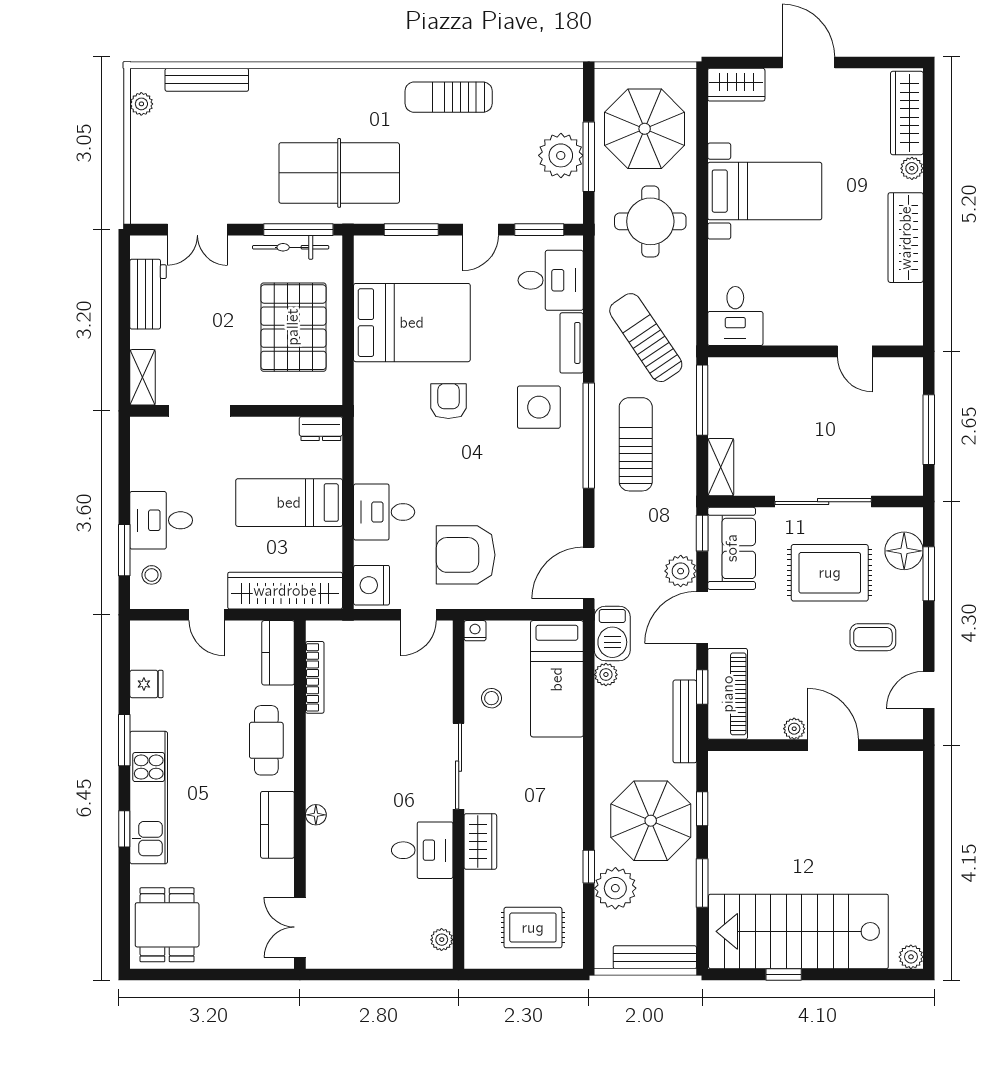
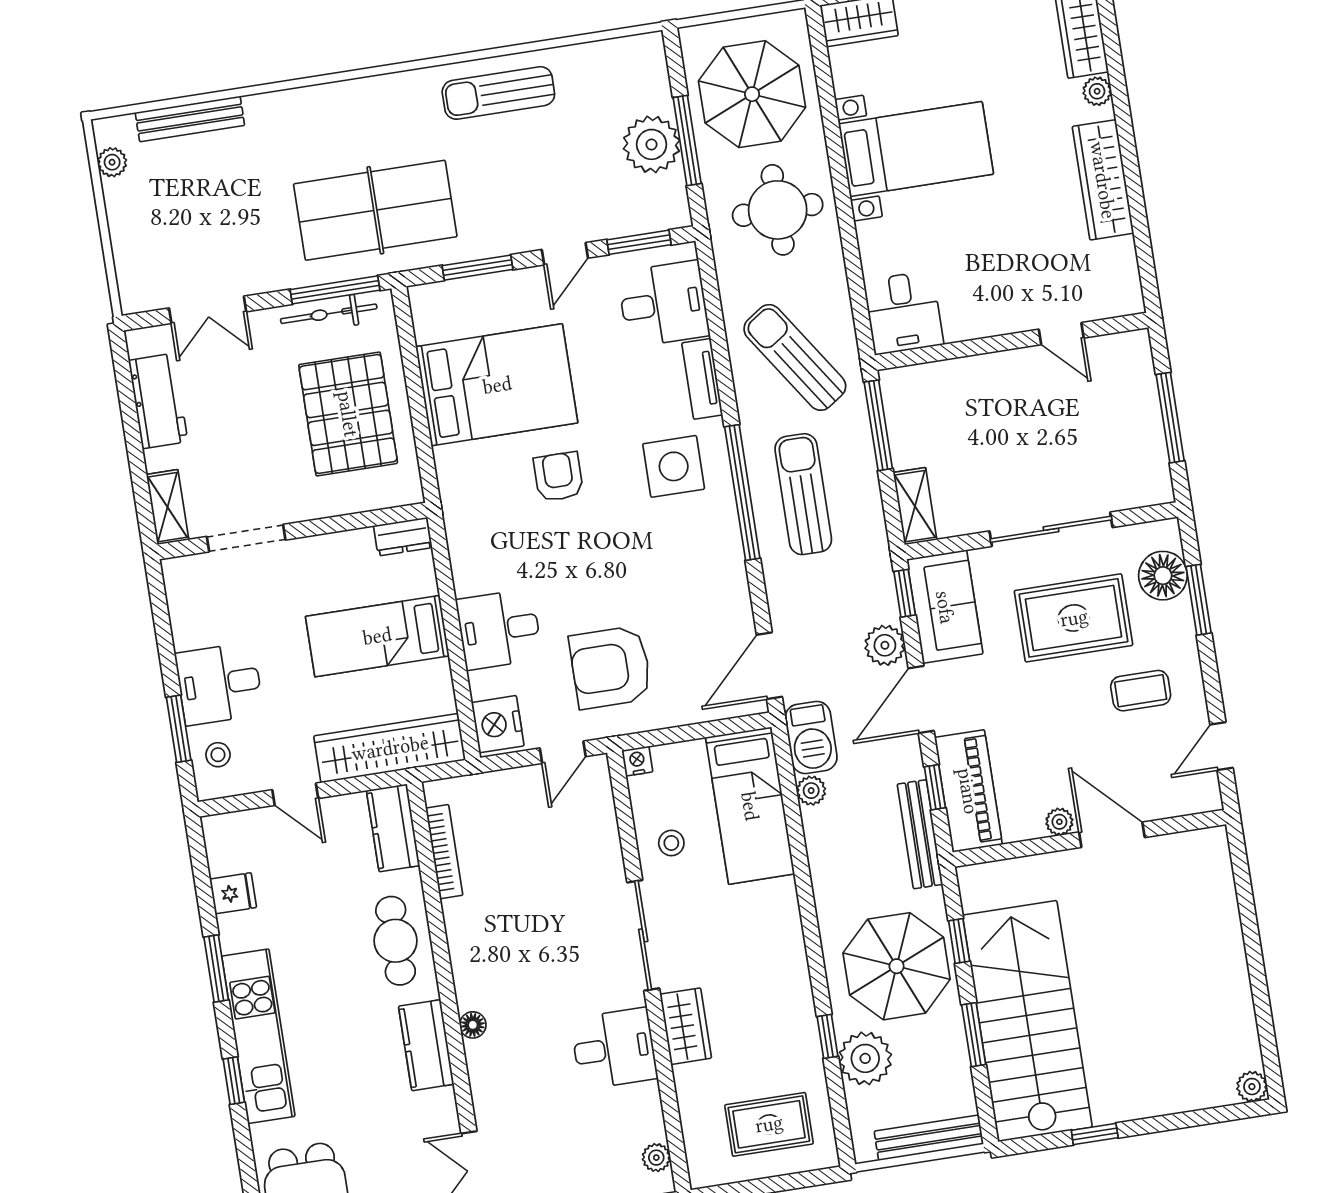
stairs: (798, 931) -> (1027, 1021), moved, turned 90

